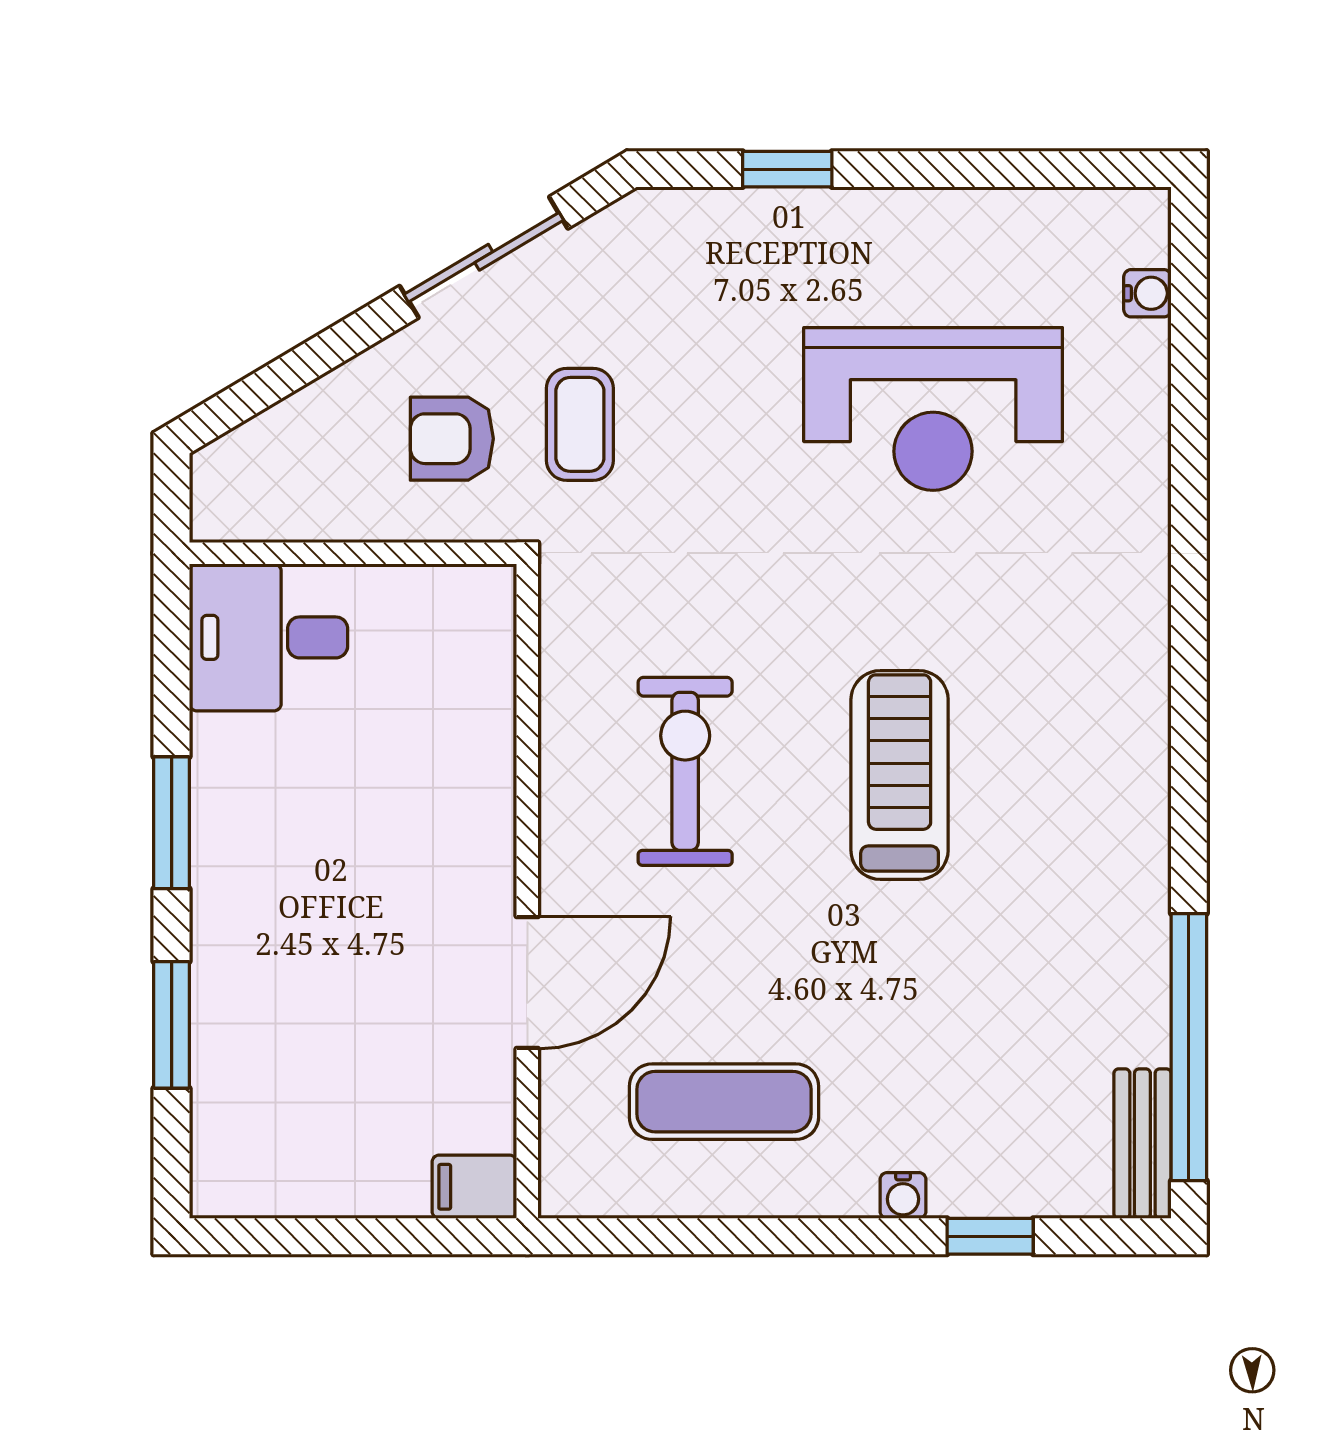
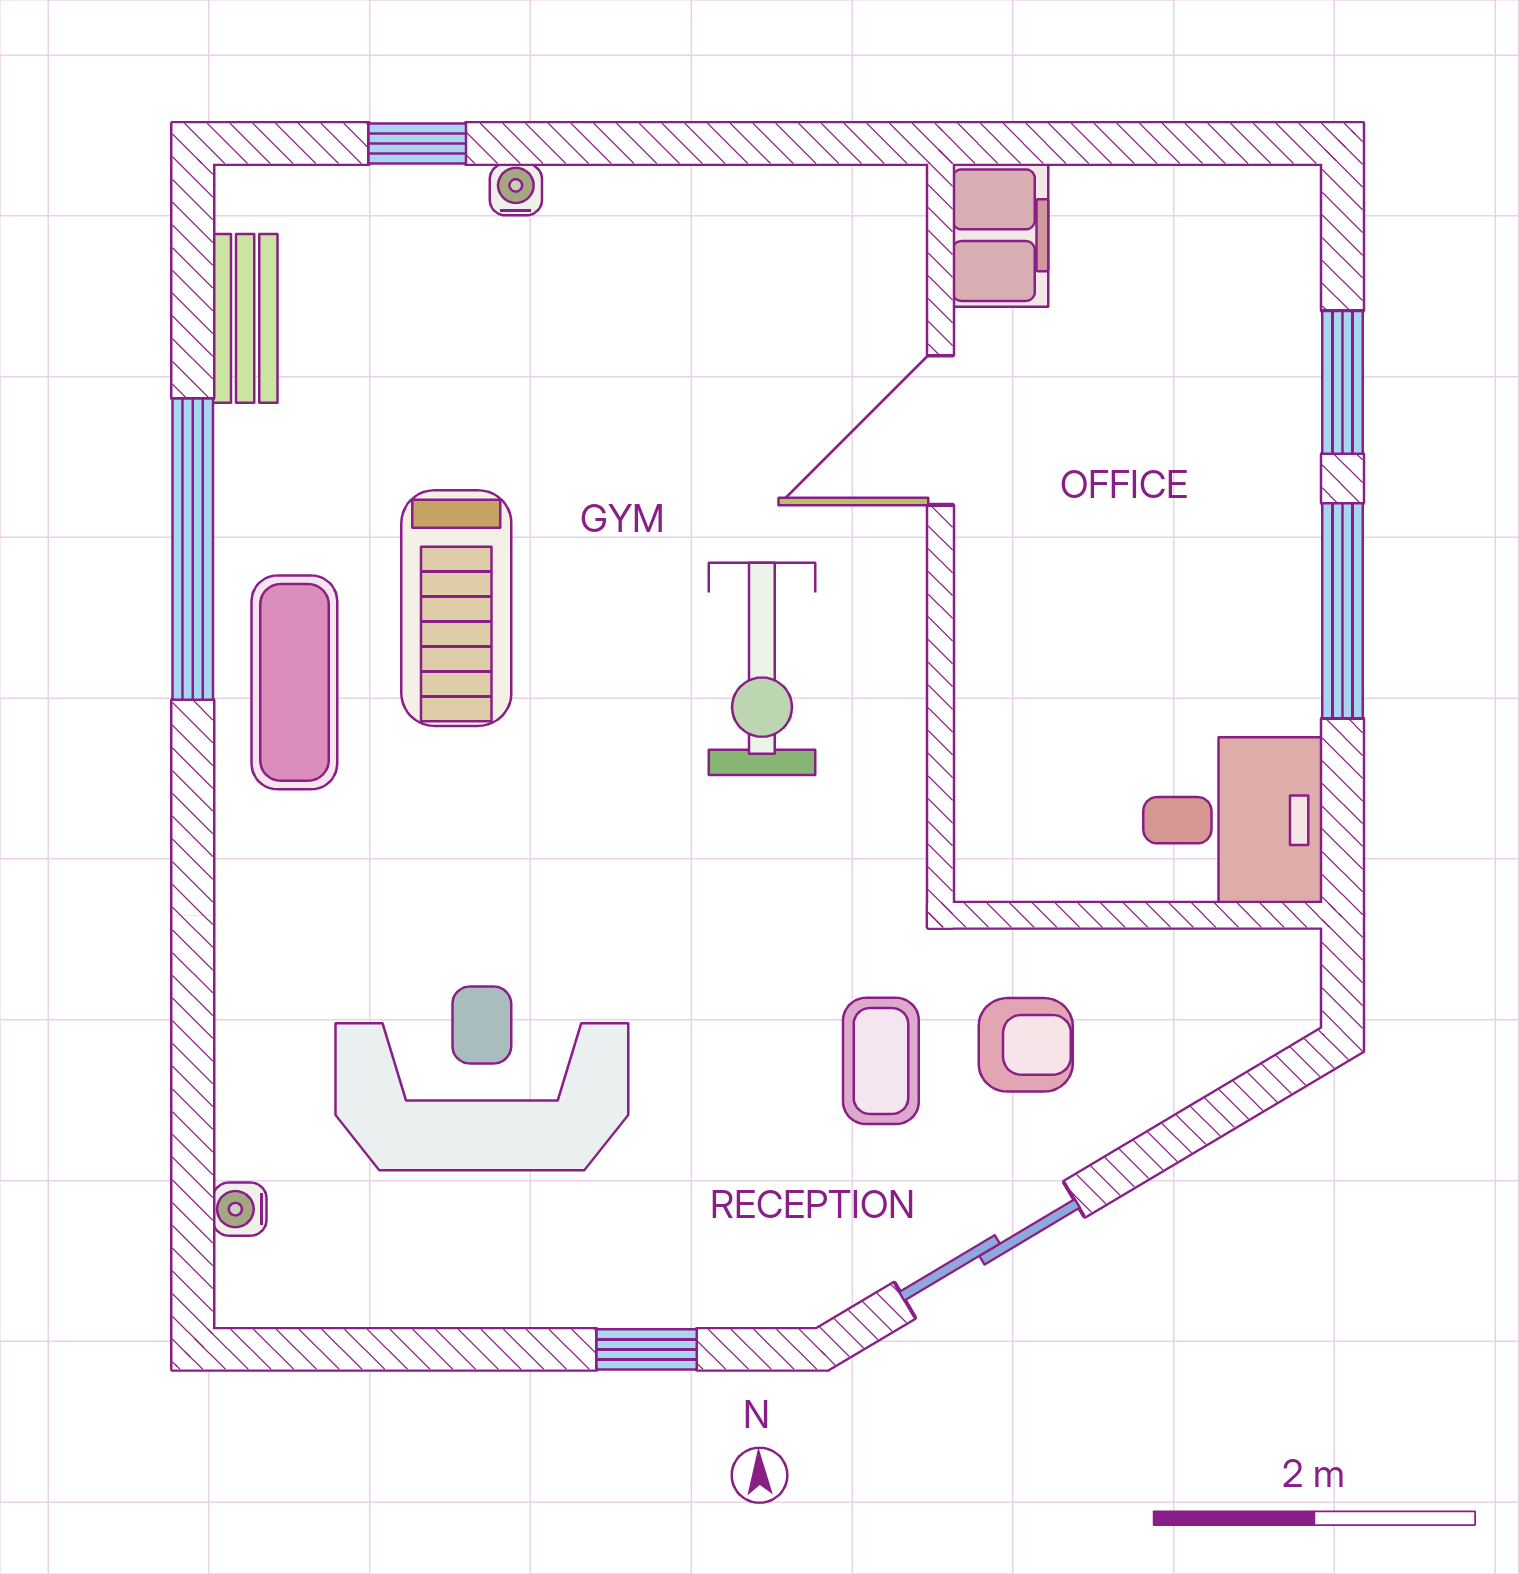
treadmill: (900, 775) -> (456, 608), moved
window: (172, 823) -> (1342, 611), width x1.44
window: (1189, 1047) -> (193, 549), moved
exercise mat: (724, 1102) -> (294, 682), moved, turned 90
bench: (1142, 1144) -> (245, 318), moved
filing cabinet: (474, 1187) -> (1000, 235), width x2.00

